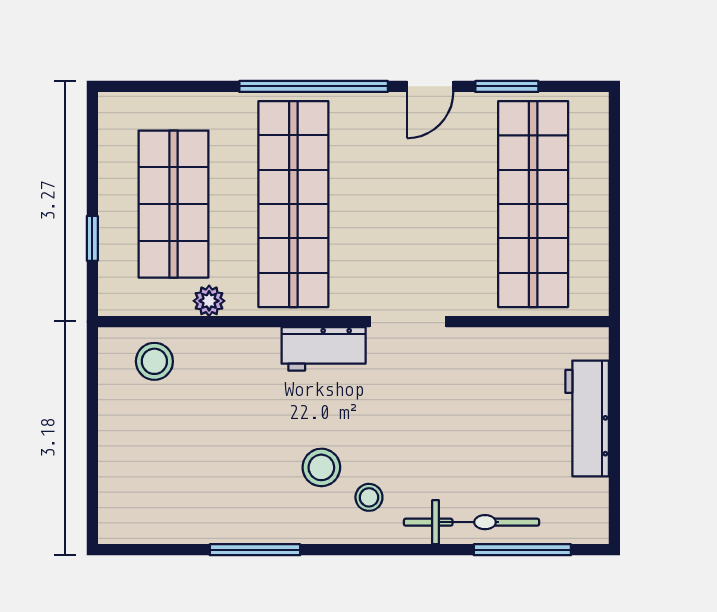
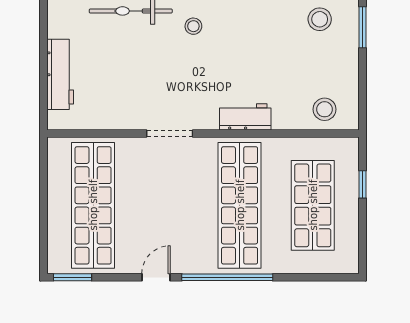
window: (507, 86) -> (72, 277), moved
plant: (209, 301) -> (291, 146), removed
workbench: (324, 349) -> (245, 117), moved
stool: (321, 467) -> (320, 19), moved
window: (92, 496) -> (362, 27), added

